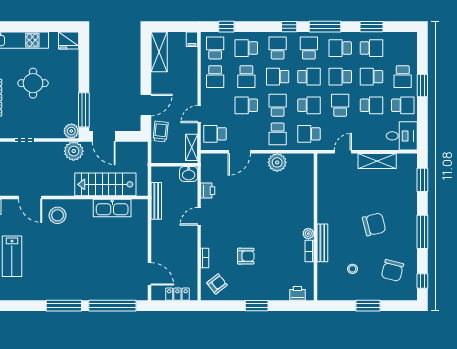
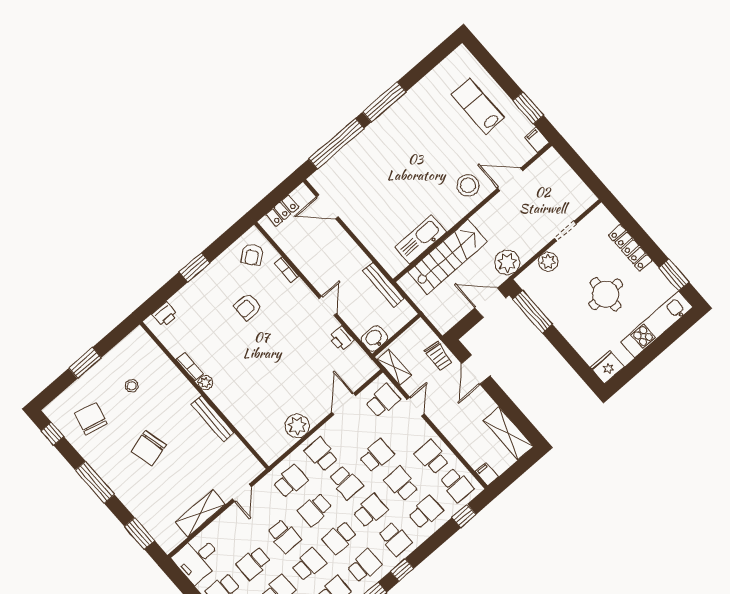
school desk: (309, 48) -> (364, 566), turned -90
plant: (71, 131) -> (548, 262), moved
bench: (322, 243) -> (213, 419), moved

